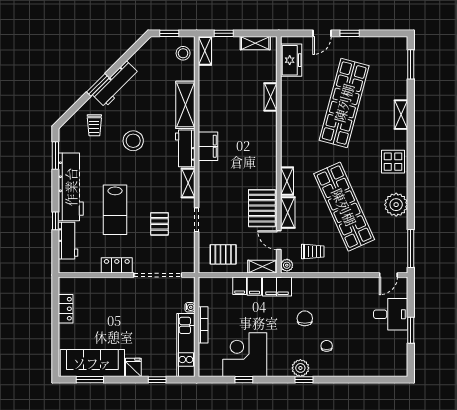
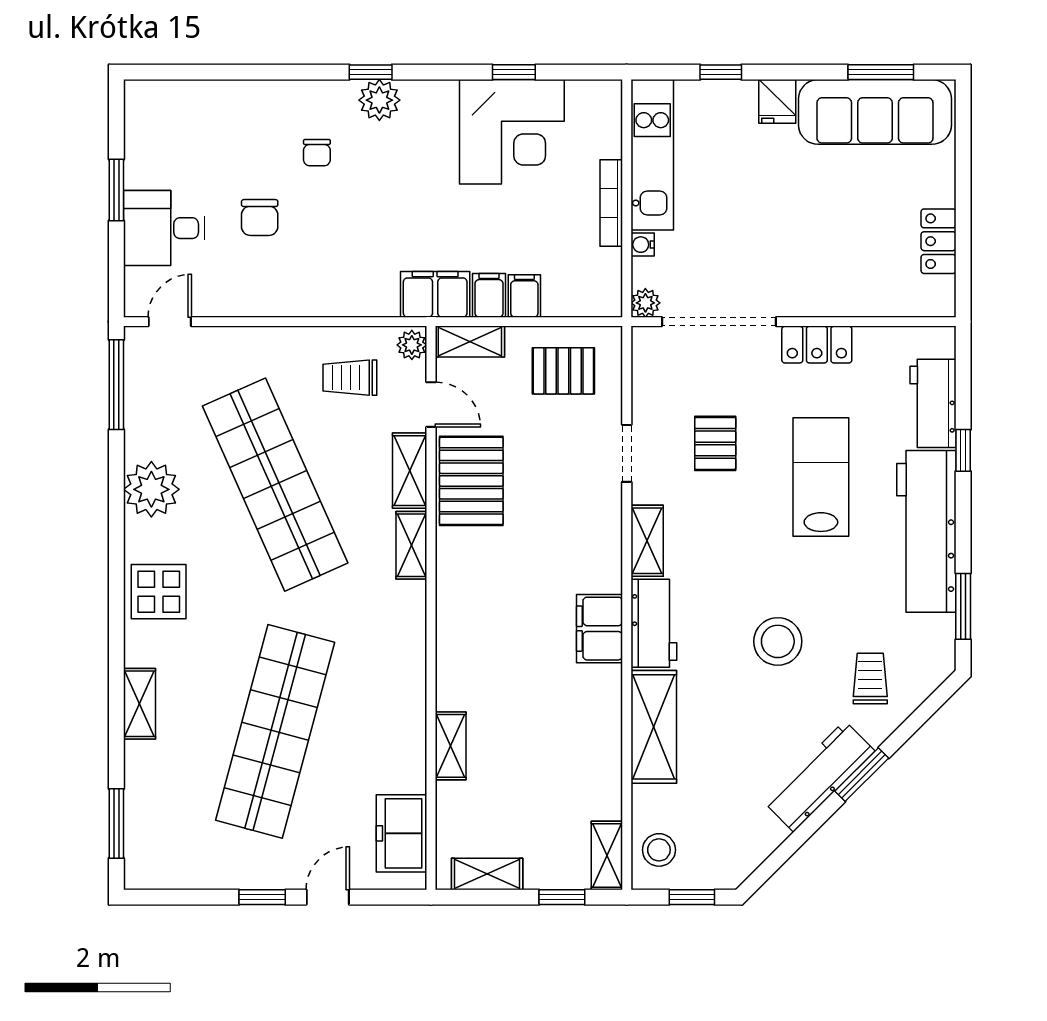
plant: (189, 283) -> (645, 303), added
chair: (305, 318) -> (260, 217), moved

